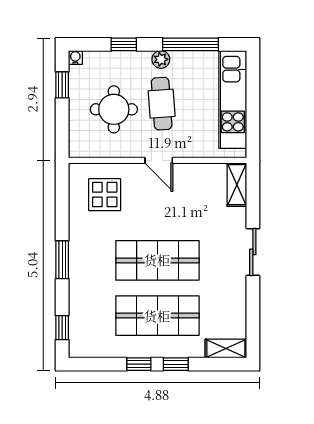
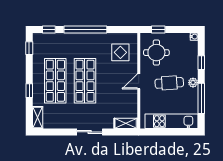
window: (62, 85) -> (158, 29), moved
round table: (114, 109) -> (156, 53), moved
window: (62, 260) -> (85, 29), width x2.11
window: (139, 364) -> (29, 48), moved

